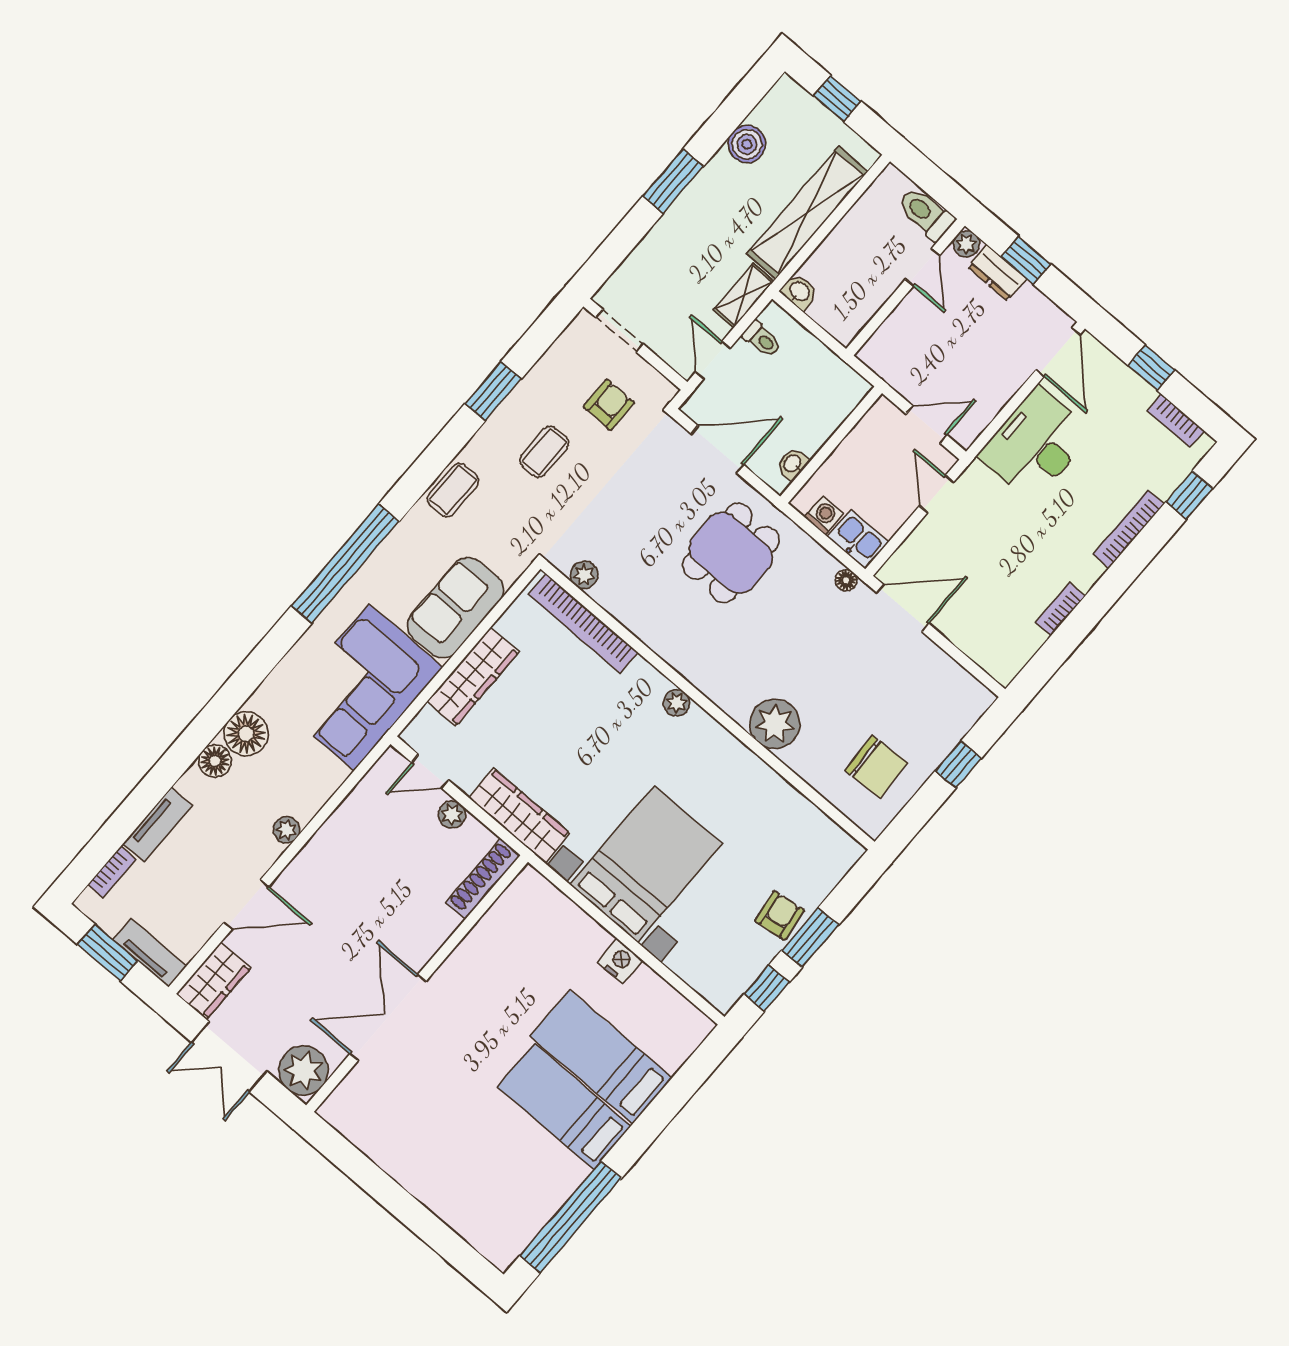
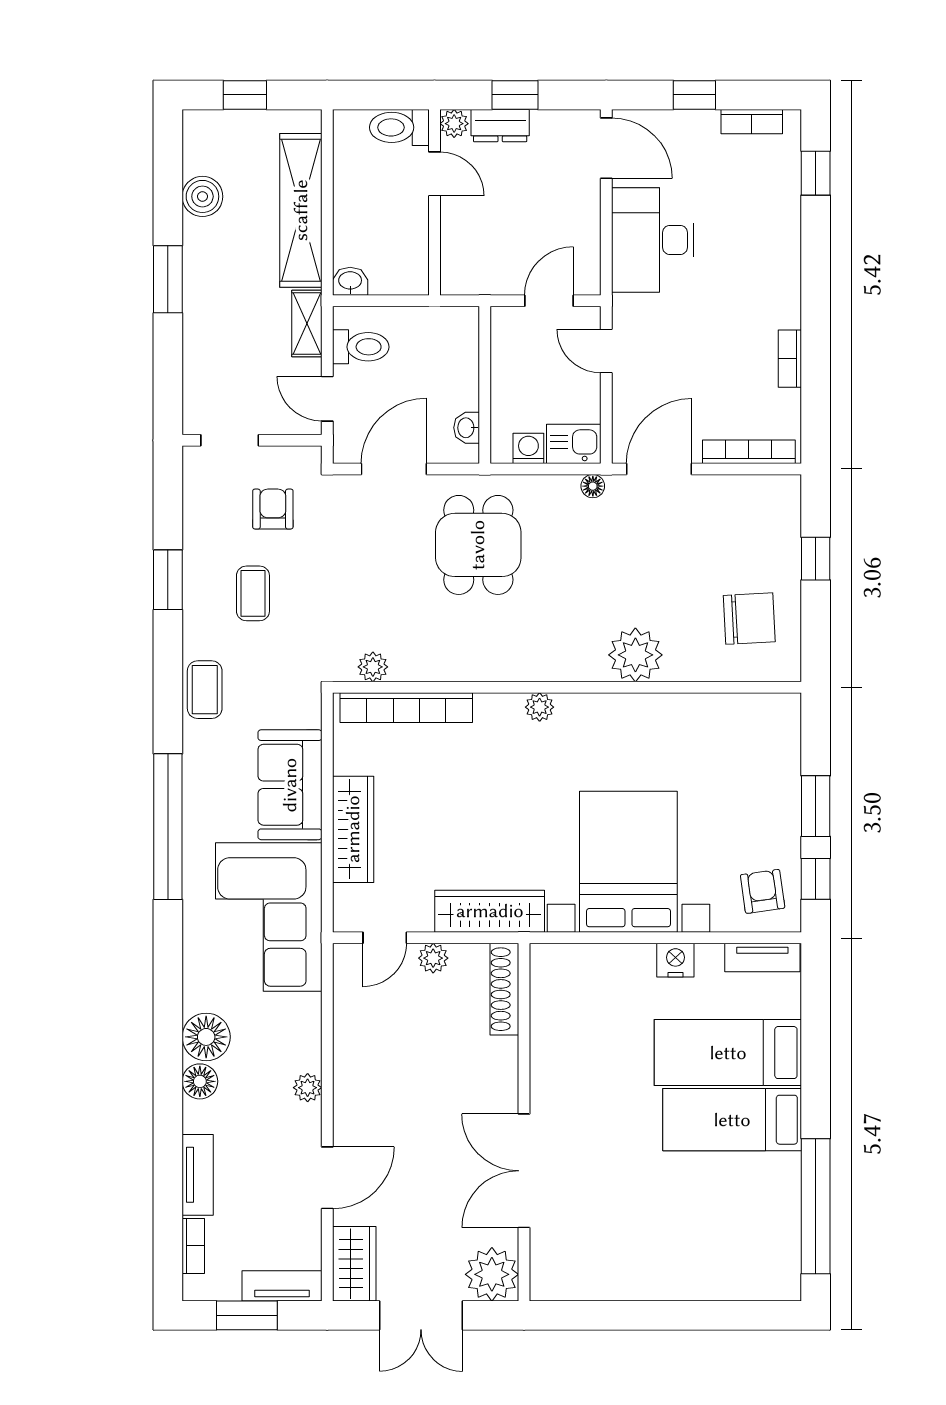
toilet: (762, 339) -> (361, 347), width x1.37, depth x1.39
bookcase: (1129, 529) -> (749, 452), moved, turned 90
armchair: (780, 915) -> (763, 891), moved
tv unit: (682, 1011) -> (762, 957), added

